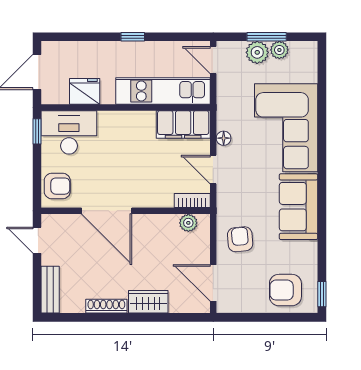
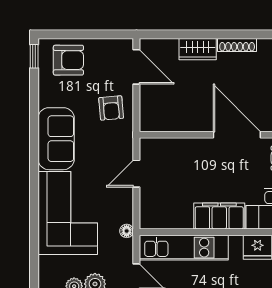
filing cabinet: (183, 125) -> (219, 216), moved
floor lamp: (224, 138) -> (127, 231), moved
door: (213, 170) -> (136, 174), swing flipped
bookcase: (192, 201) -> (156, 144), removed
plant: (188, 223) -> (160, 123), removed

